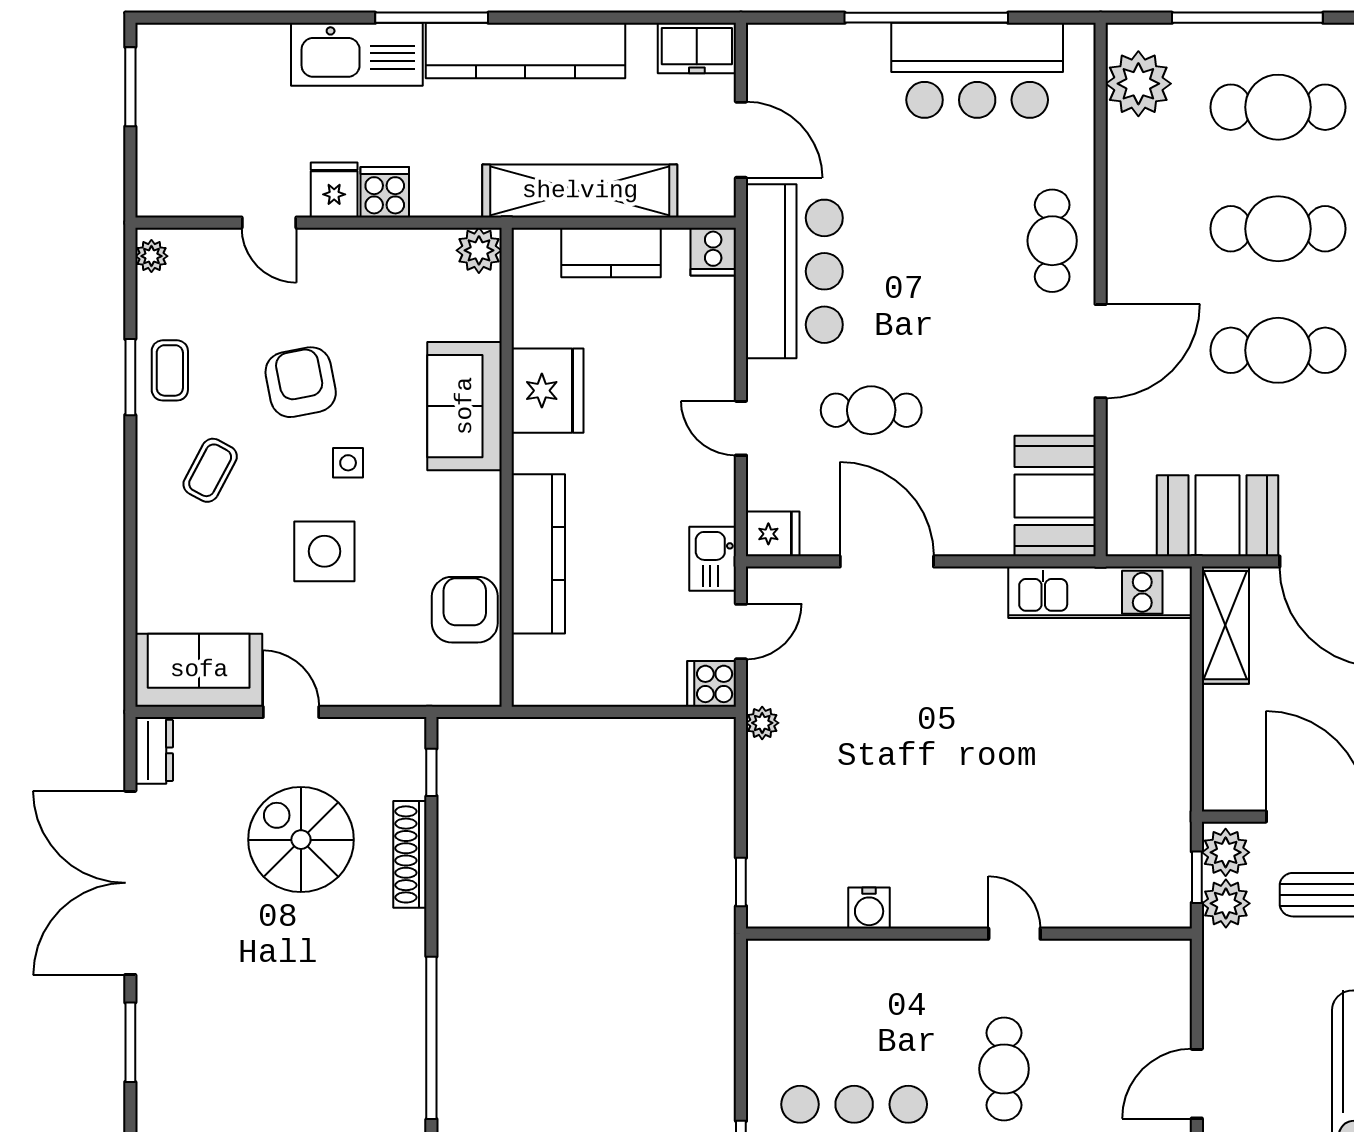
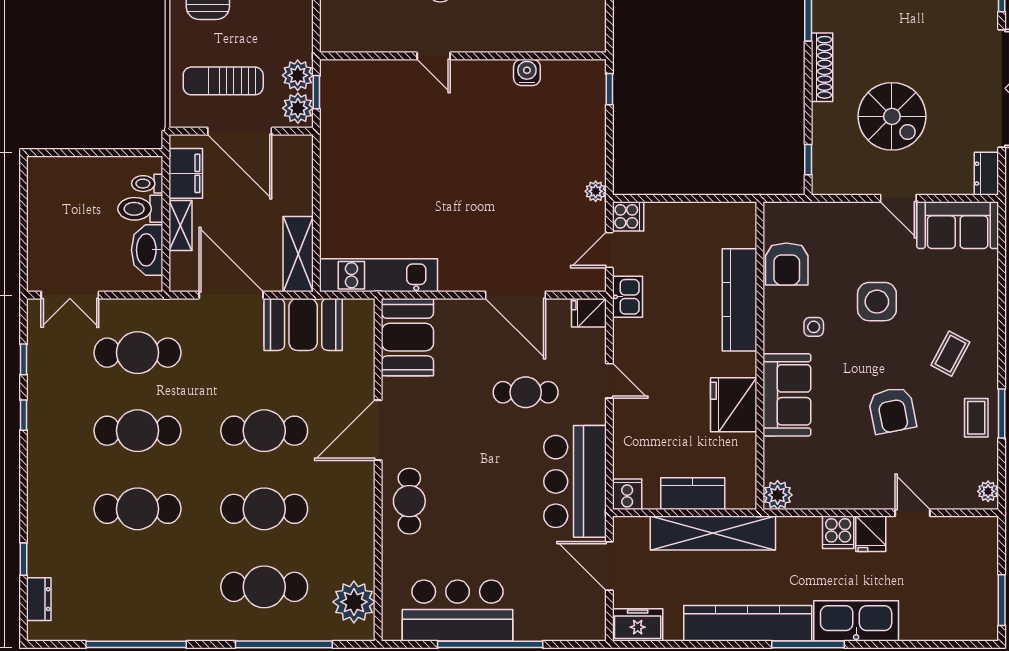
side table: (348, 463) -> (814, 327), moved
shoe rack: (410, 854) -> (822, 67), moved

